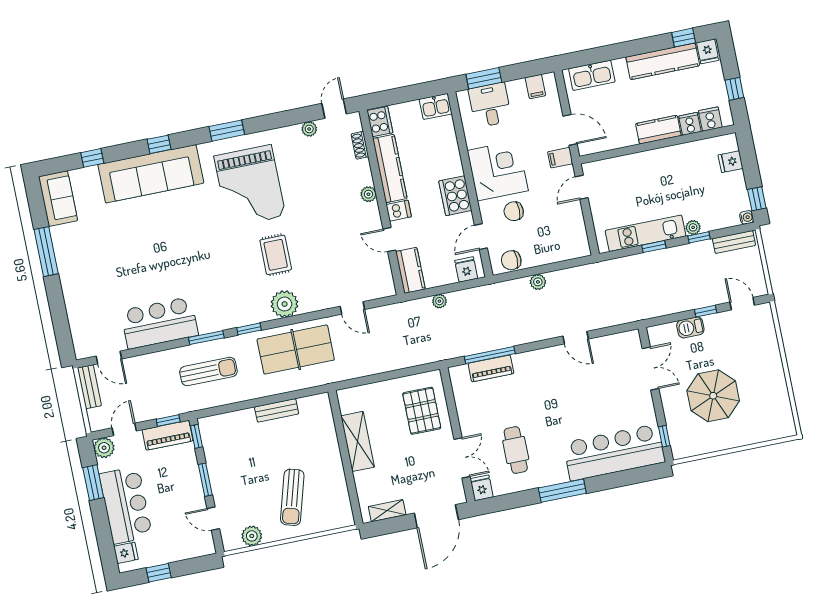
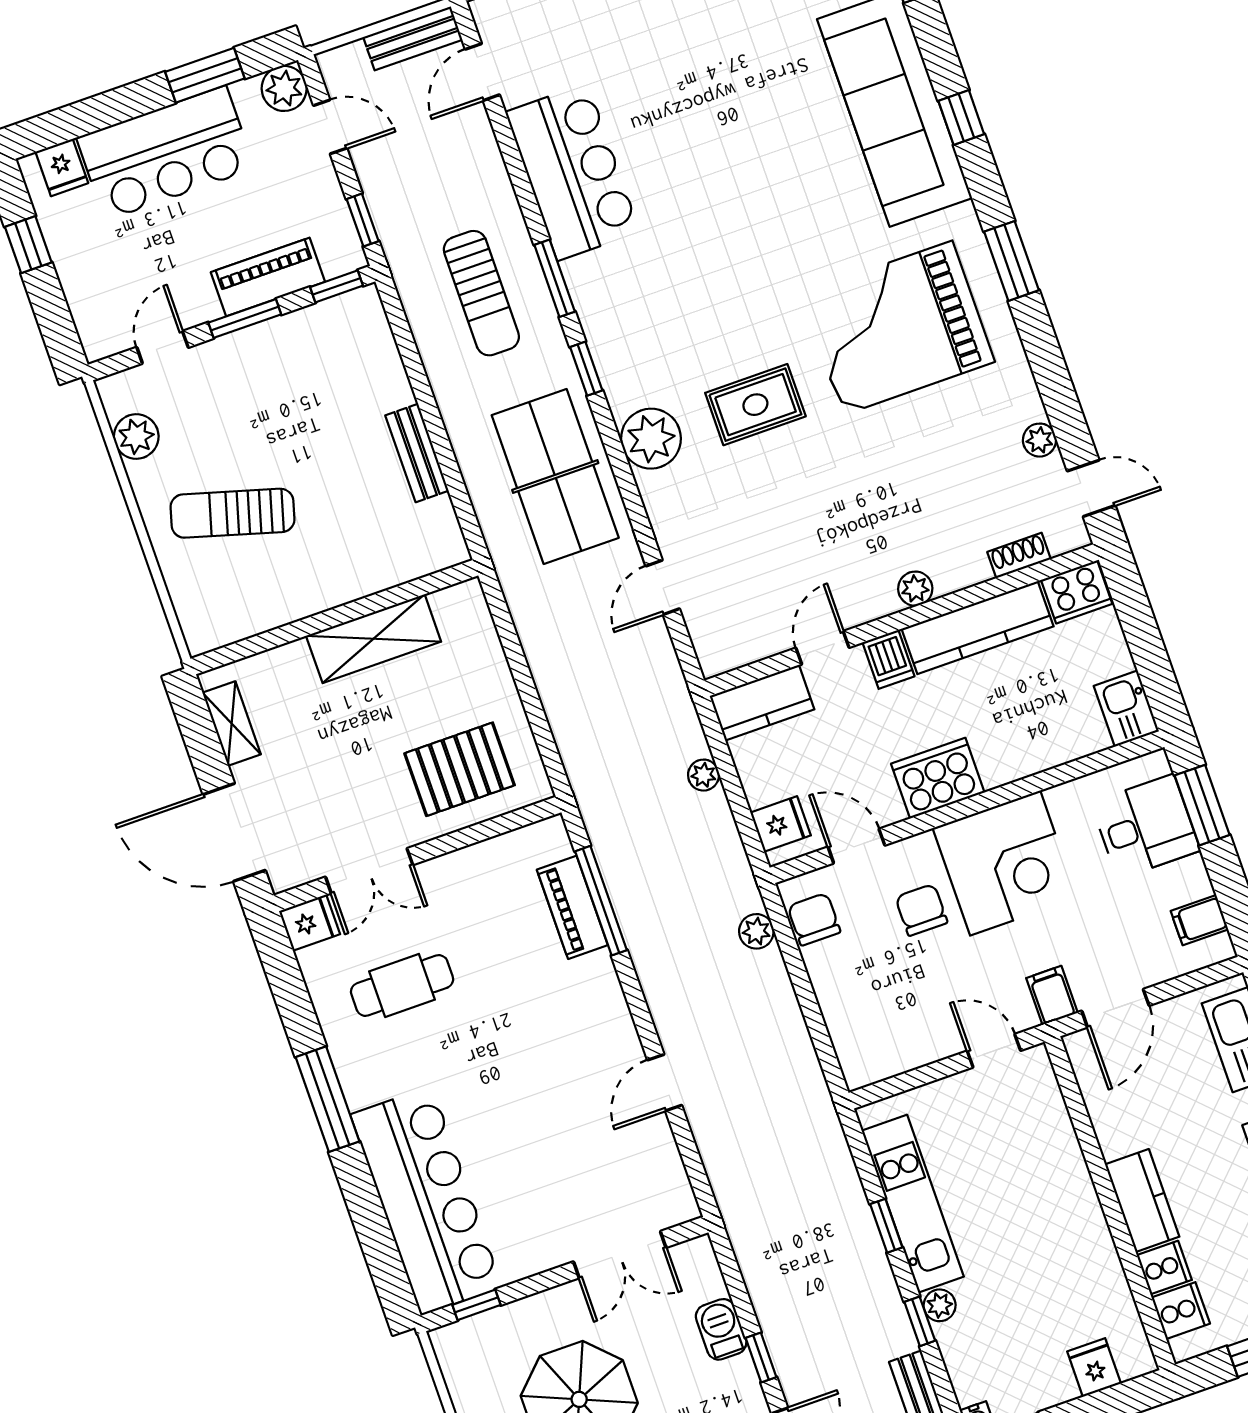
plant: (538, 282) -> (756, 931), moved
piano: (167, 435) -> (268, 277), moved, turned 90

